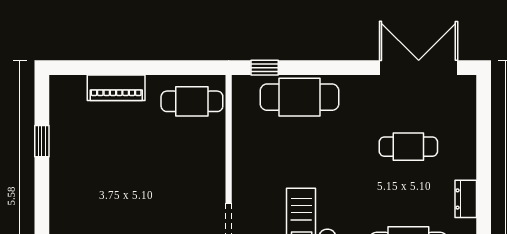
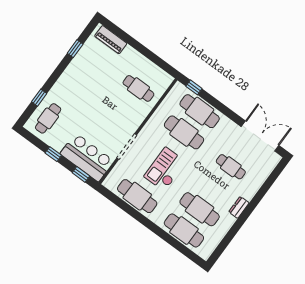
piano: (116, 88) -> (111, 40), moved
cafe table: (192, 101) -> (138, 88), moved
cafe table: (299, 147) -> (184, 132), added

